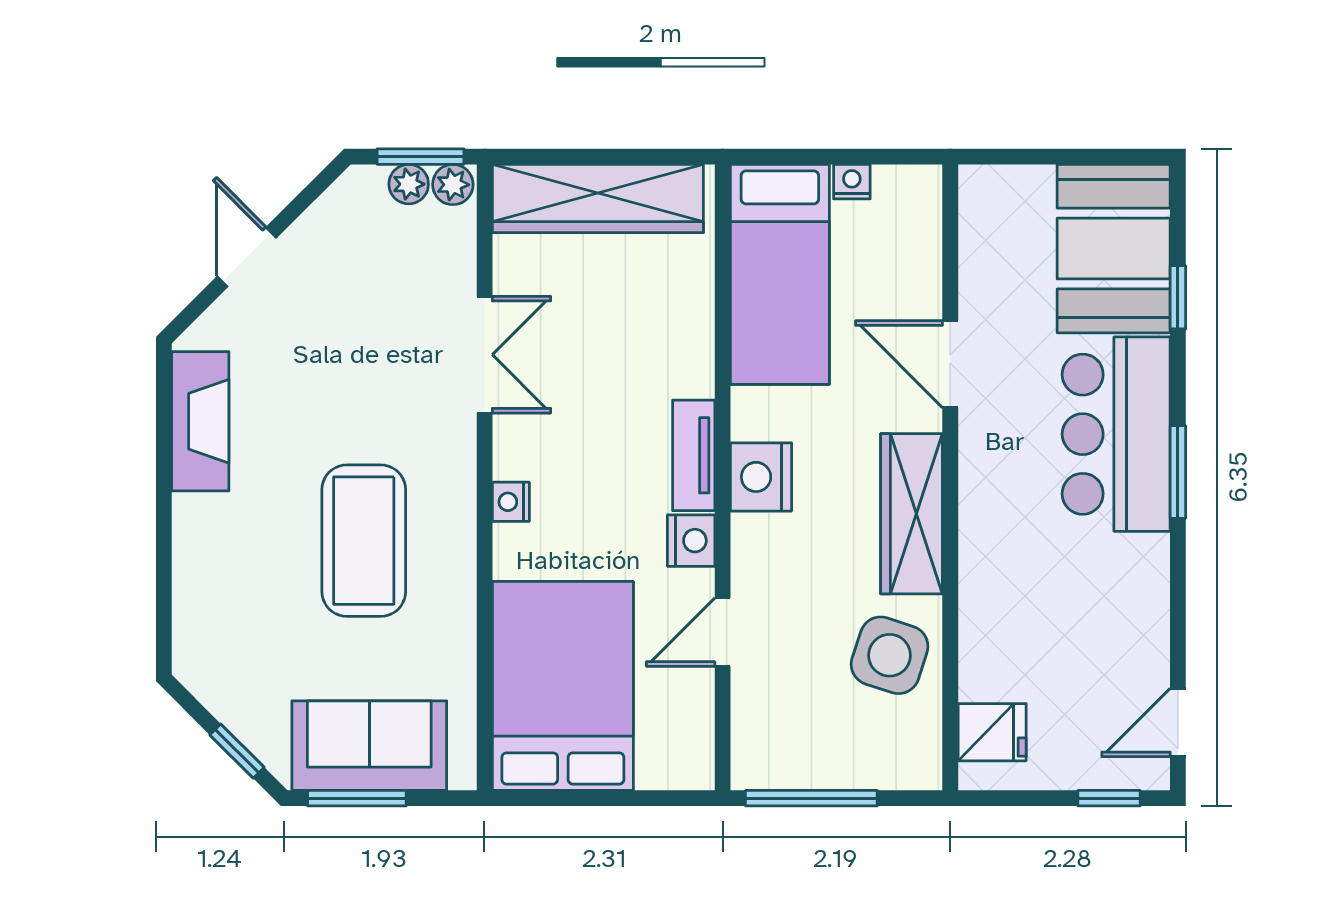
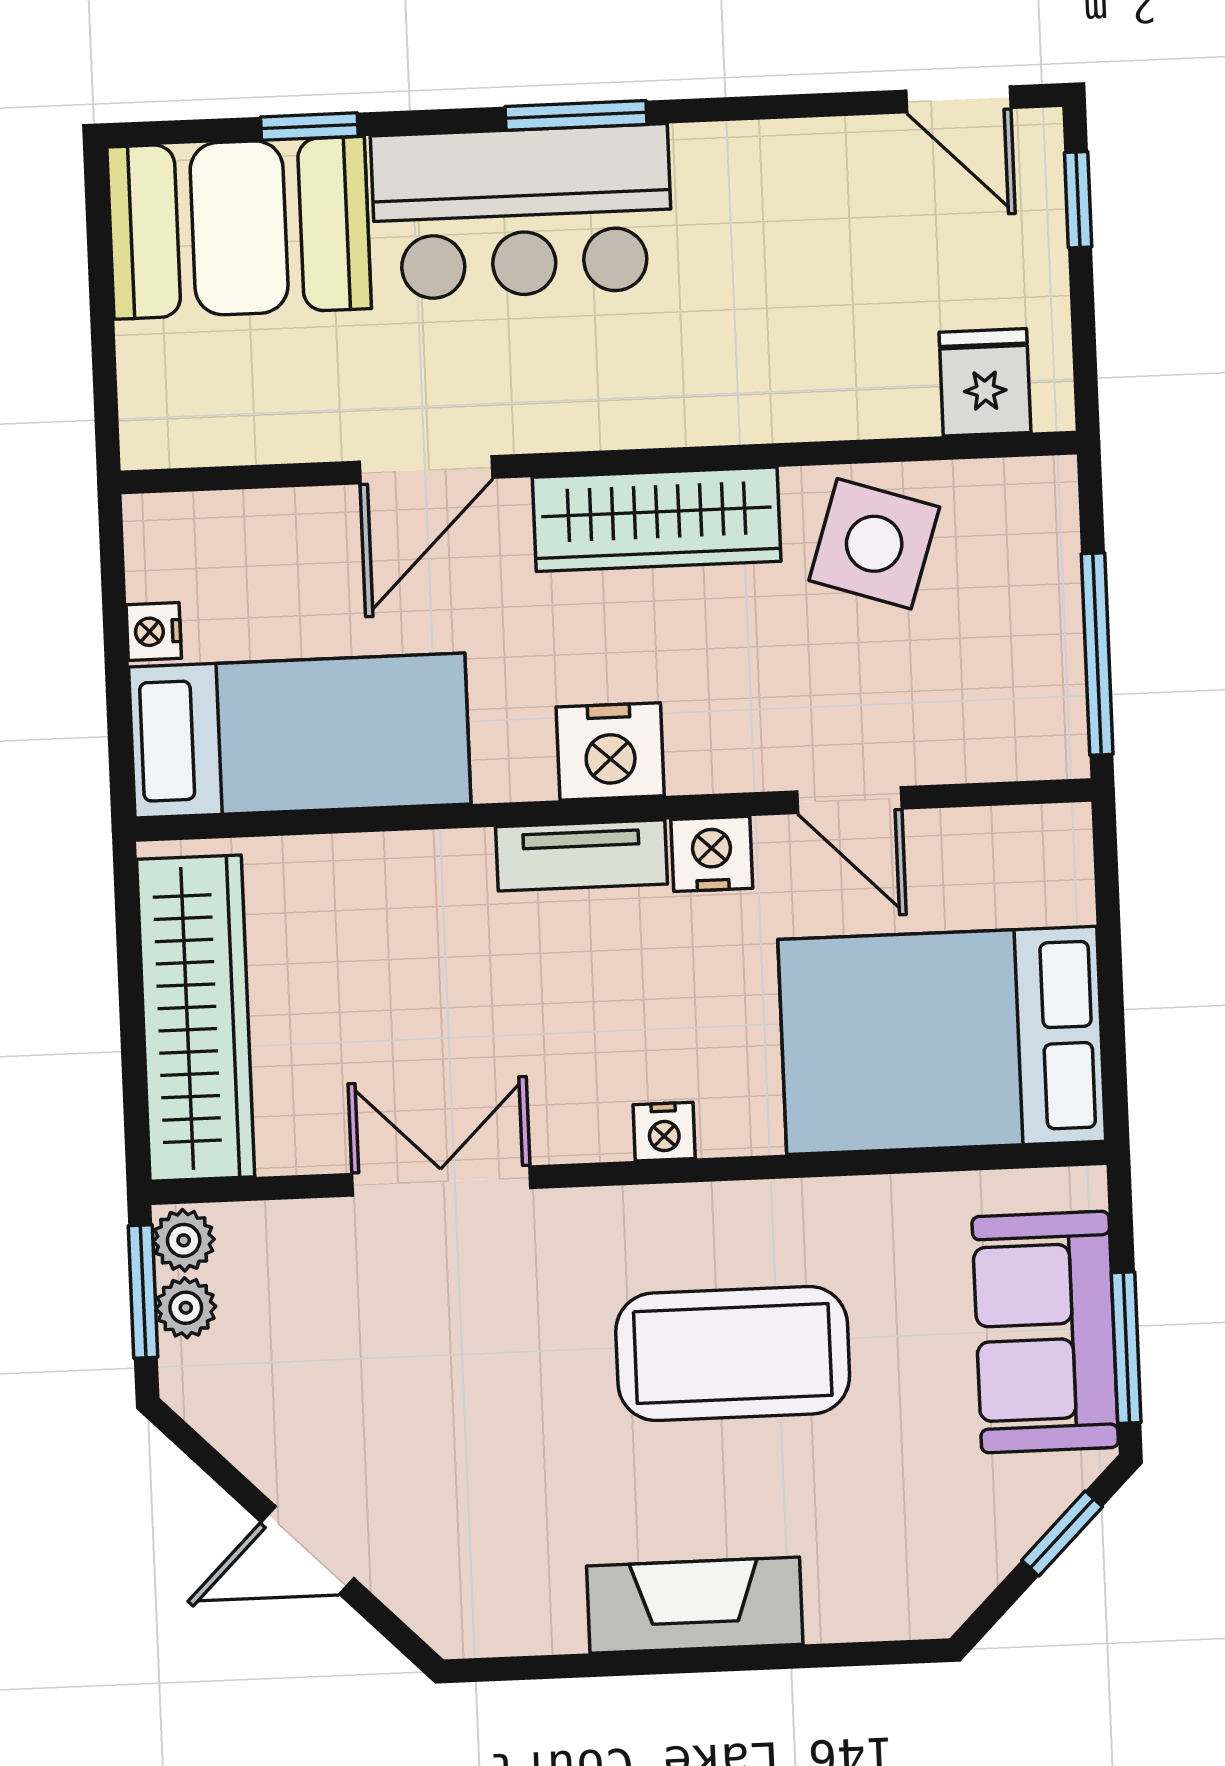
fireplace: (200, 421) -> (695, 1605), moved

